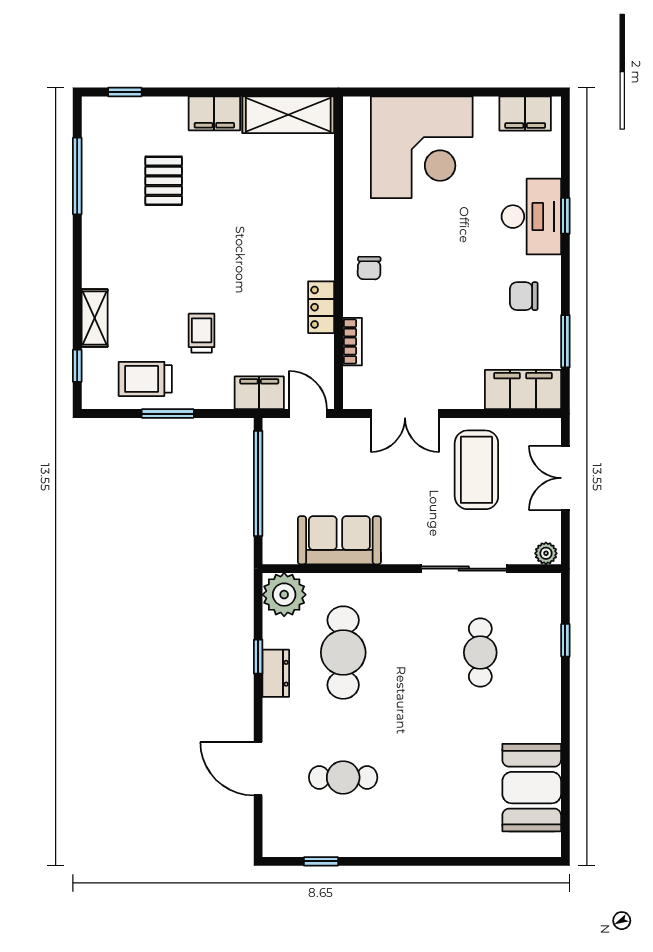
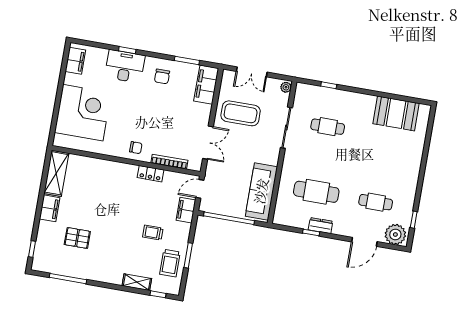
bookcase: (352, 342) -> (169, 162), width x1.56
sofa: (339, 540) -> (261, 191), width x1.36
plant: (284, 595) -> (395, 235), moved
cafe table: (343, 777) -> (376, 202), turned 90

